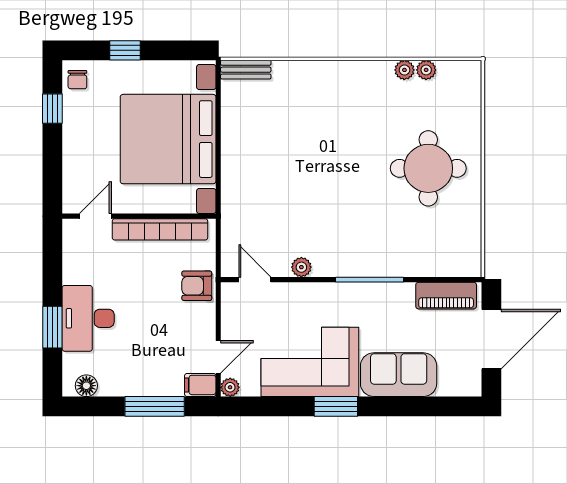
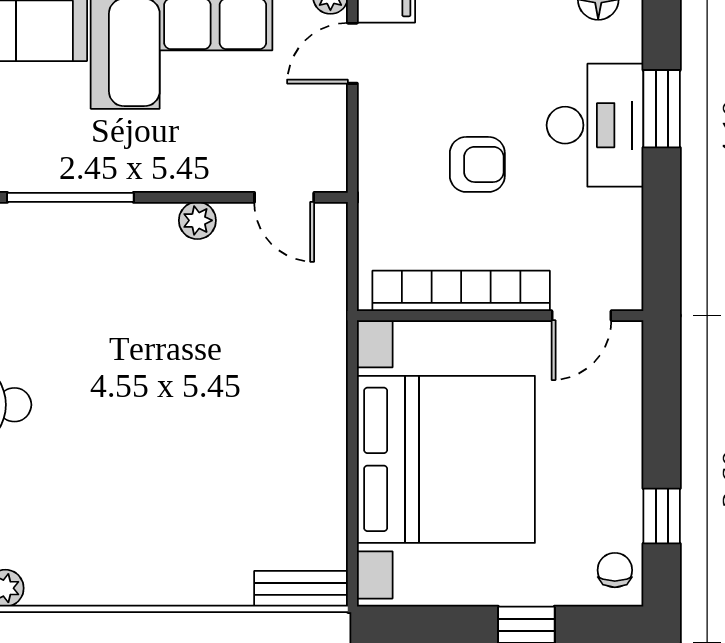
armchair: (197, 286) -> (477, 164), moved

